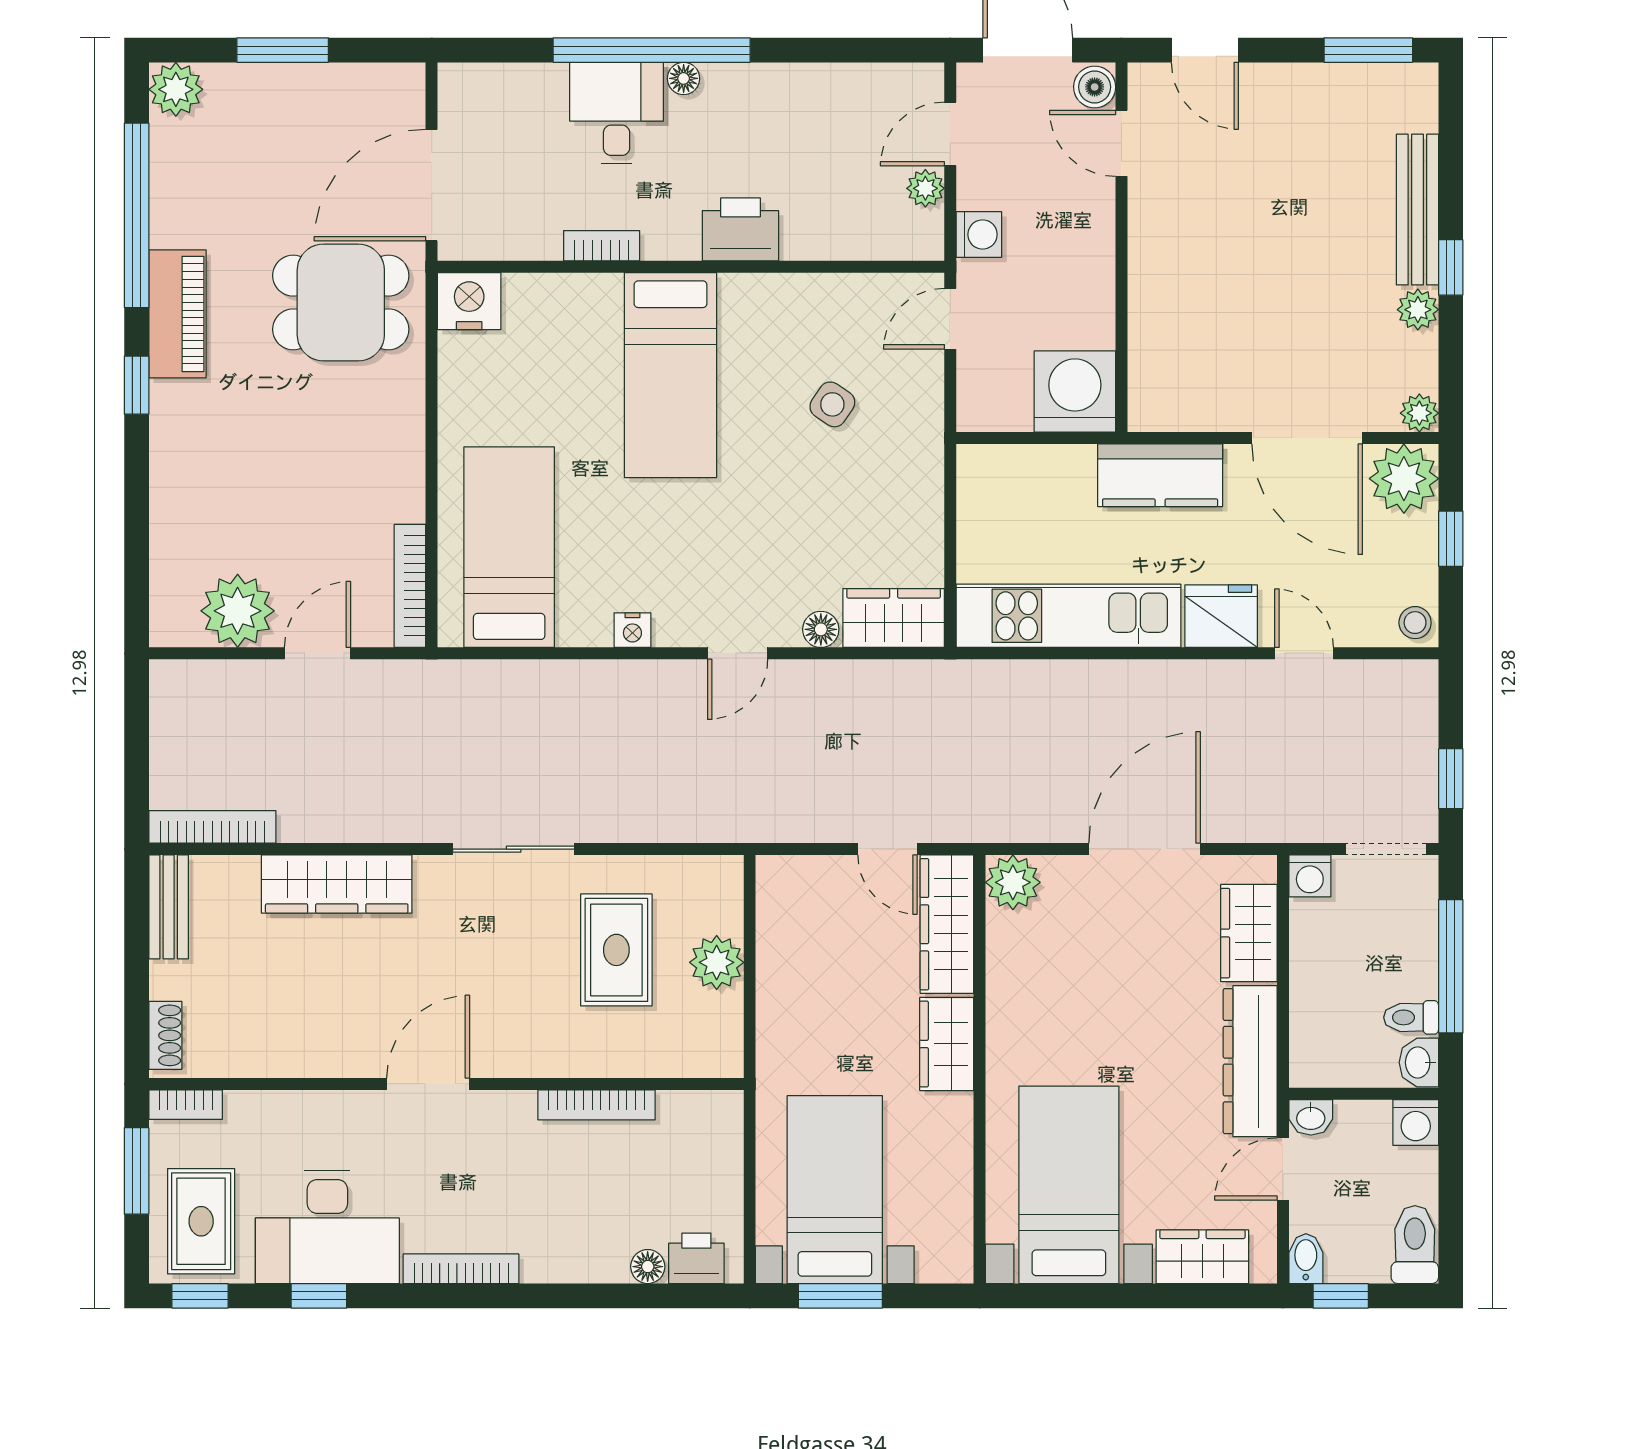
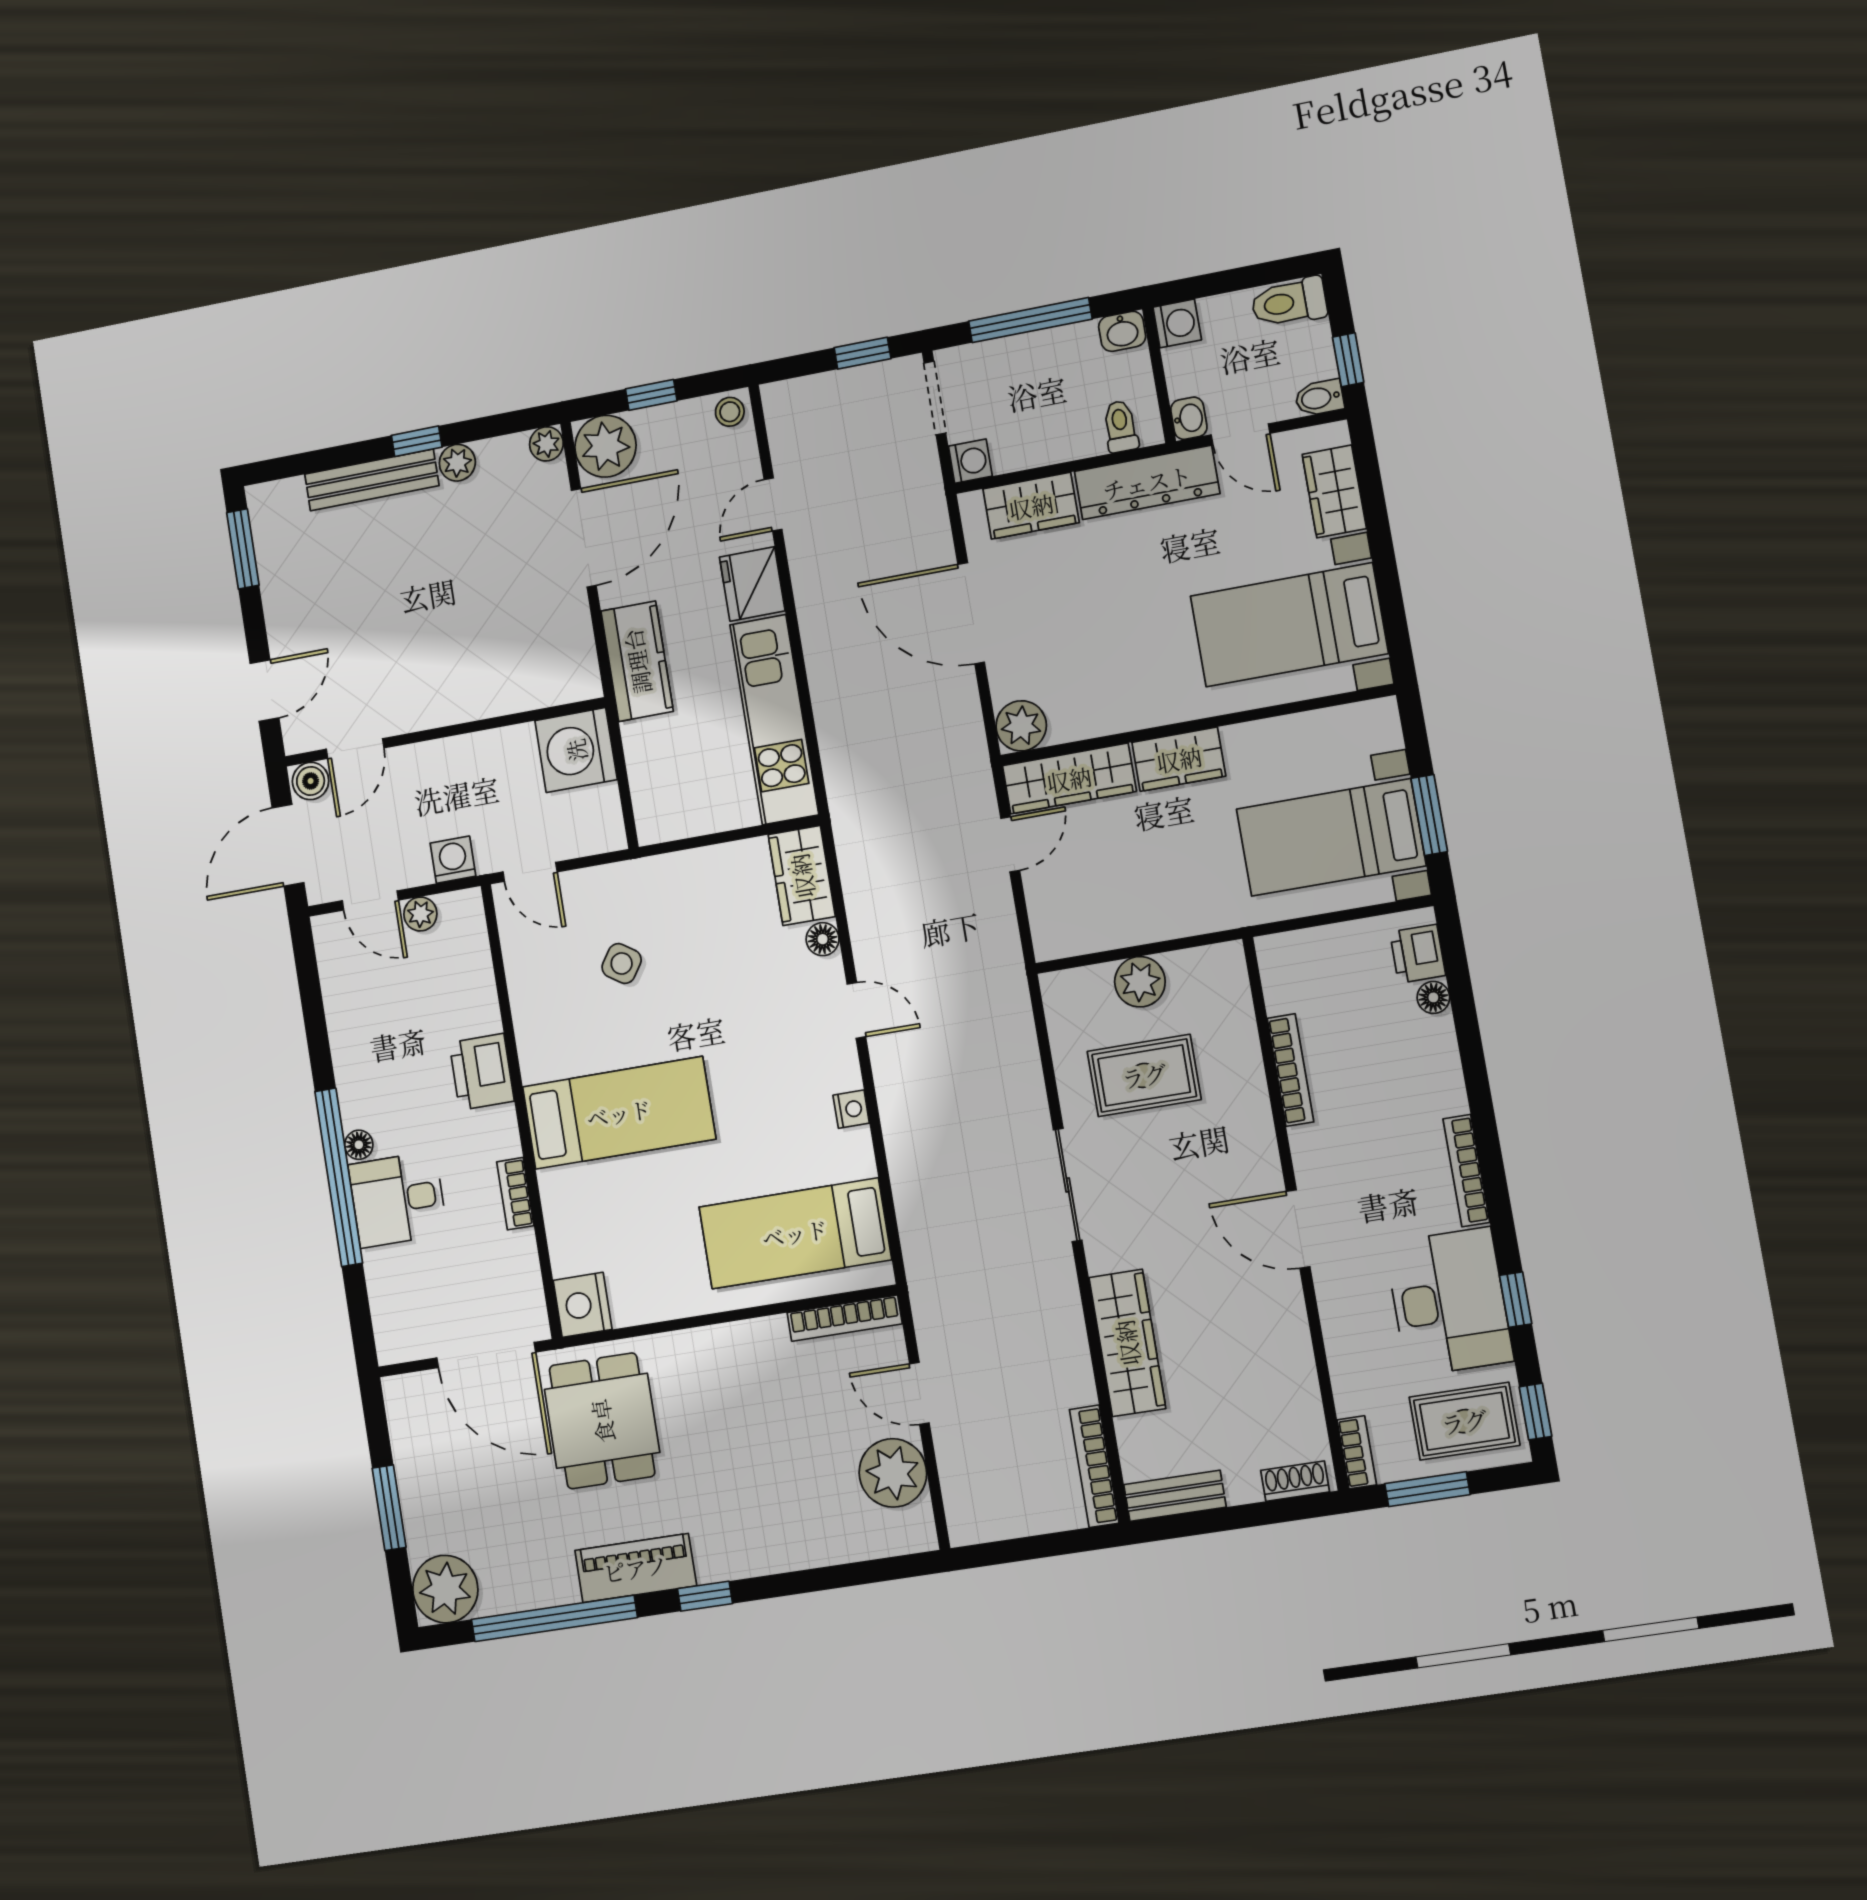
plant: (176, 89) -> (445, 1589), width x1.36, depth x1.36
toilet: (1411, 1017) -> (1121, 426), moved, turned 180

